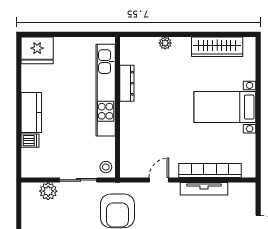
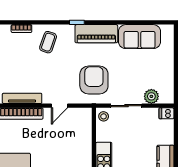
dishwasher: (30, 141) -> (167, 113), moved

